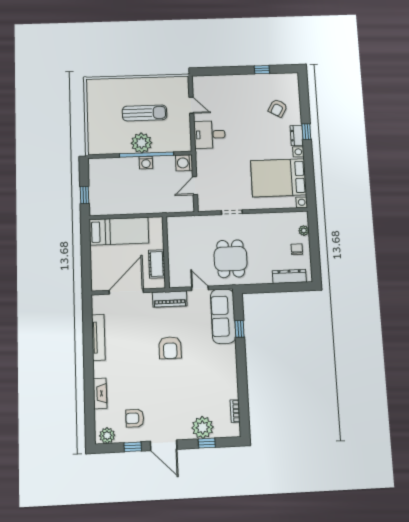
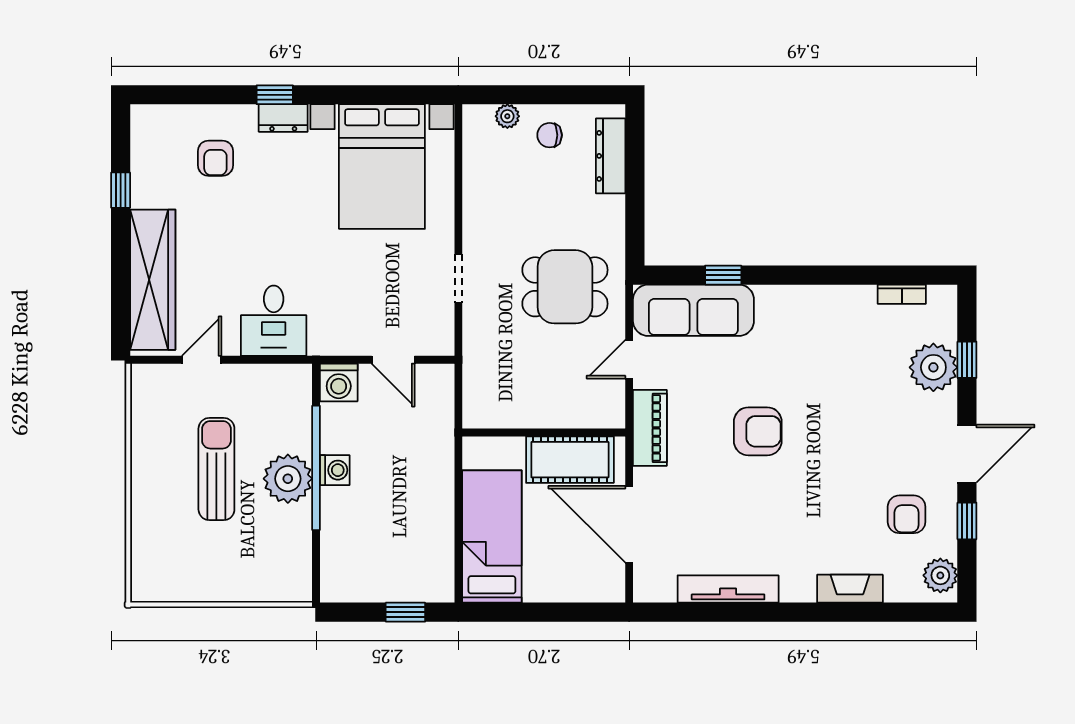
wardrobe: (225, 84) -> (153, 280), added
armchair: (278, 108) -> (215, 158), turned 60
cot: (157, 264) -> (570, 460), width x1.37, depth x1.34

